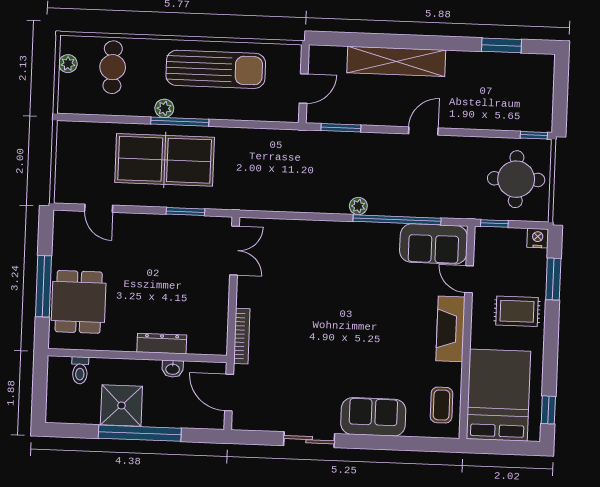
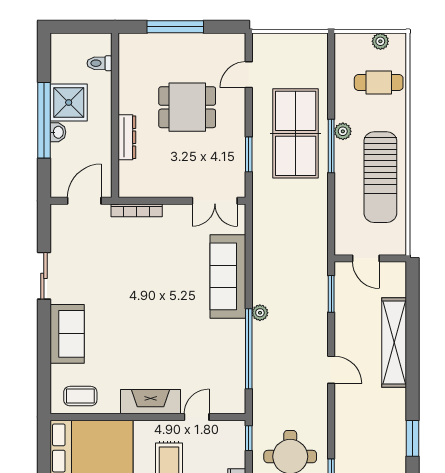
sofa: (434, 244) -> (228, 276), moved, width x1.36
dining table: (79, 302) -> (187, 107), moved
washbasin: (173, 369) -> (58, 132), moved, turned 180

